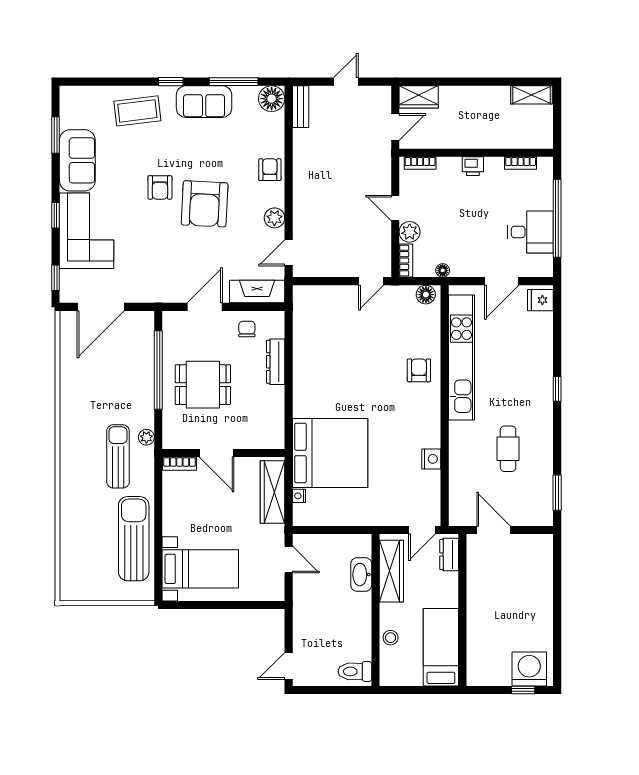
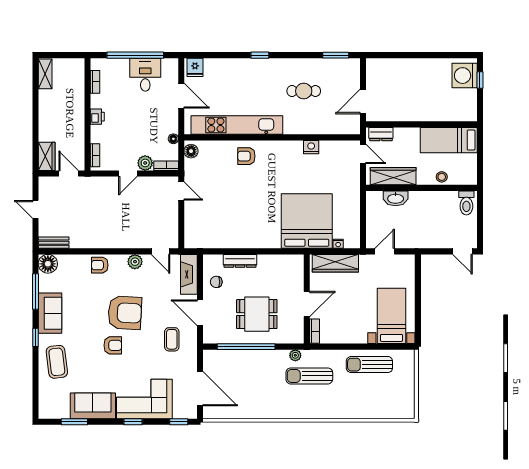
coffee table: (168, 268) -> (172, 339), added
dining table: (203, 385) -> (257, 314), turned 90
sun lounger: (134, 539) -> (369, 365), width x0.73, depth x0.75

